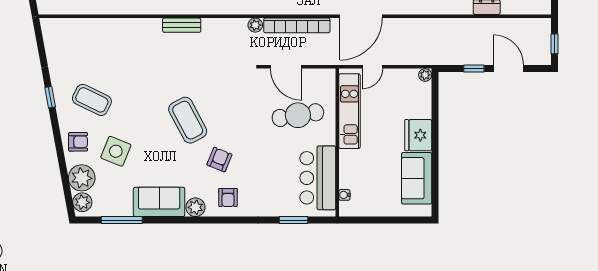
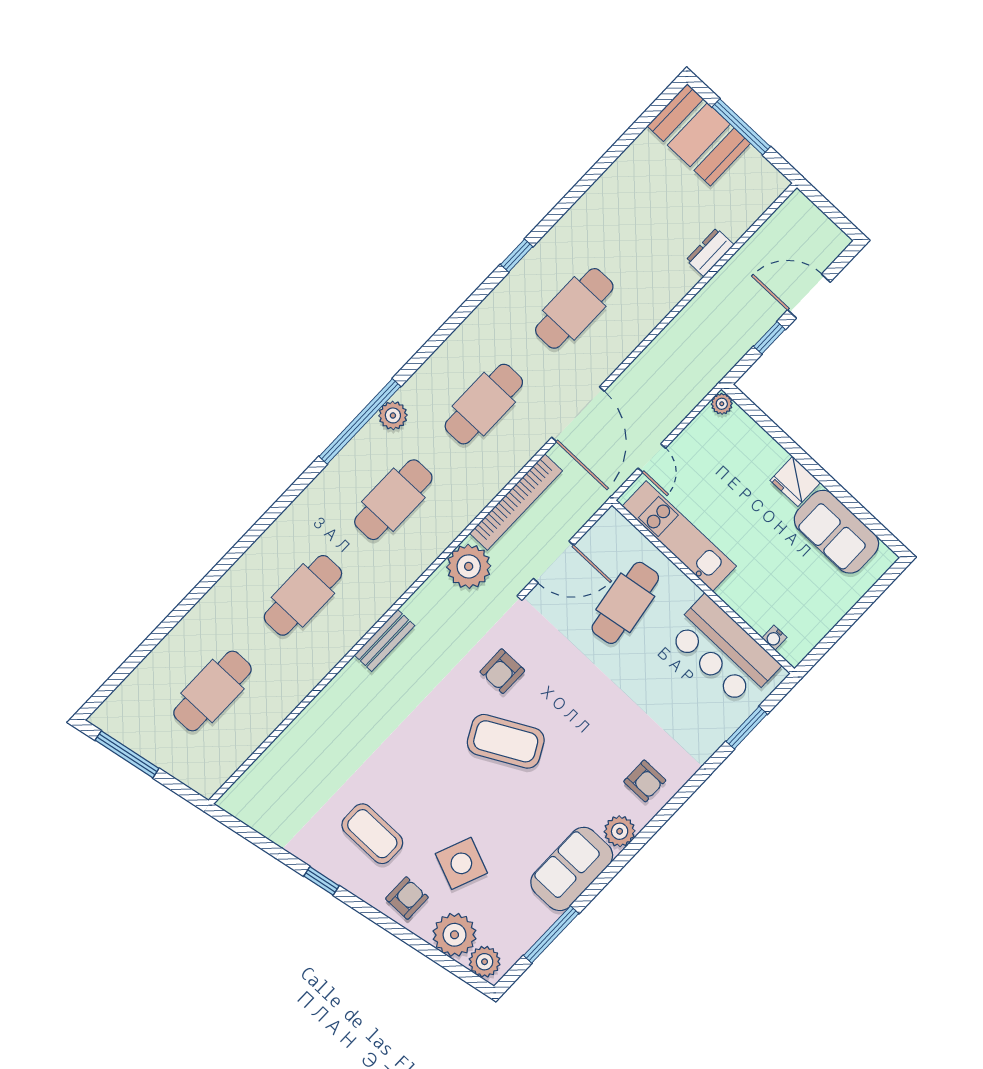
plant: (255, 25) -> (469, 566), width x1.87, depth x1.87
window: (555, 44) -> (832, 212), removed
coffee table: (92, 100) -> (372, 834), turned 64
fridge: (418, 135) -> (795, 481), width x0.73, depth x0.75
armchair: (219, 160) -> (502, 671), moved, turned -112

